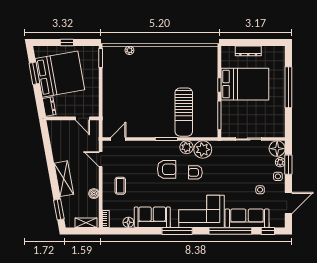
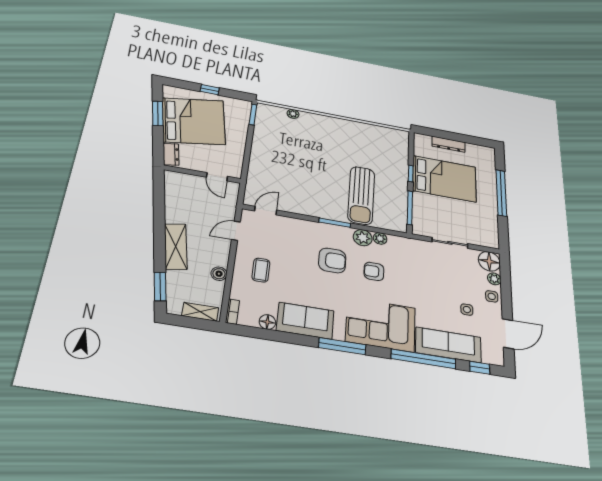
plant: (203, 150) -> (380, 238), width x0.53, depth x0.53
door: (101, 159) -> (236, 231), hinge flipped
window: (288, 165) -> (506, 284), removed

